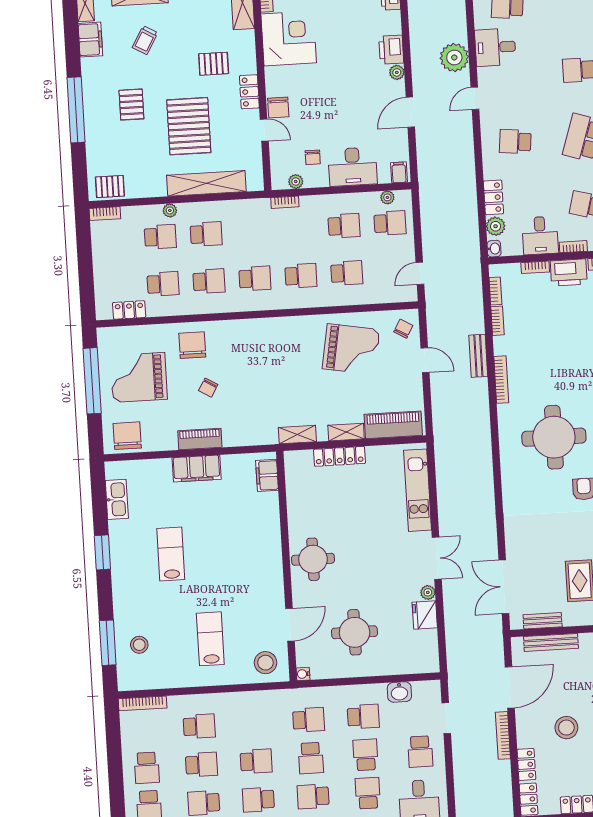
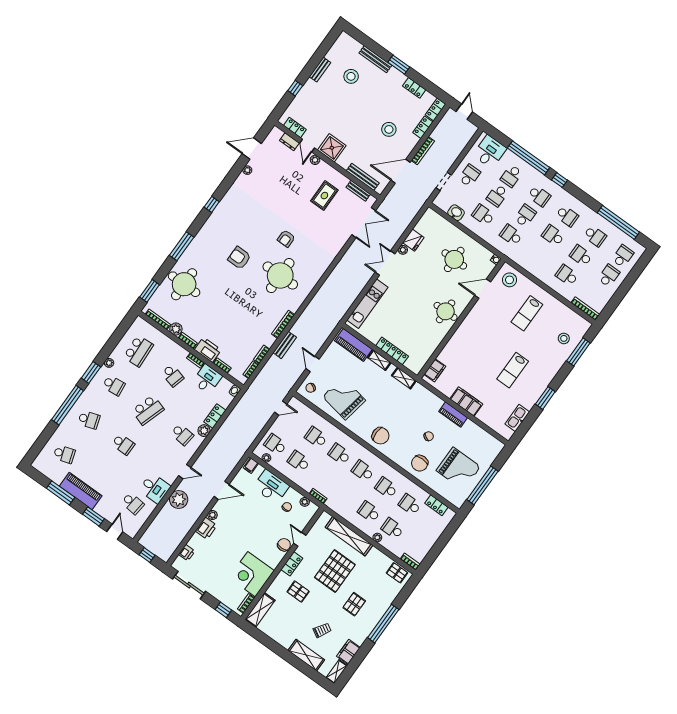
plant: (496, 226) -> (204, 431), moved
chair: (127, 436) -> (381, 436), moved, turned -90

